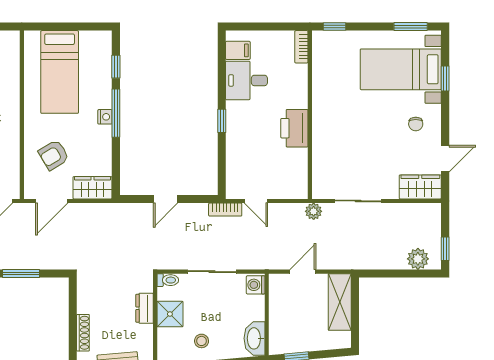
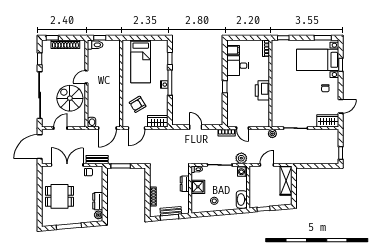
door: (166, 199) -> (196, 127), swing flipped
plant: (418, 259) -> (241, 158), moved

